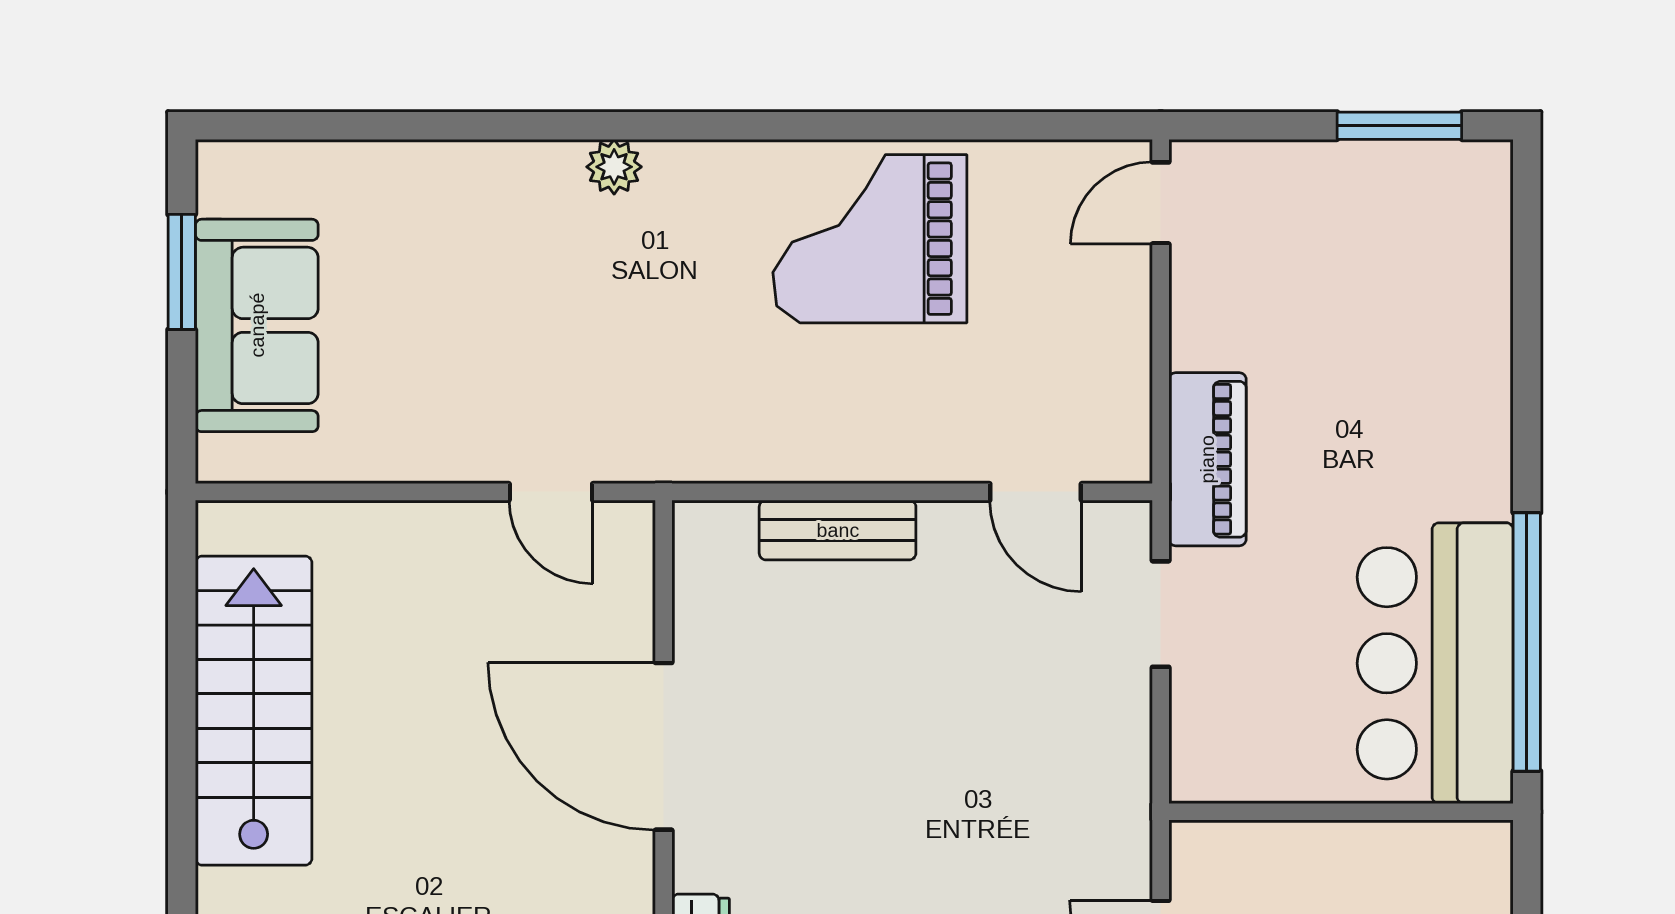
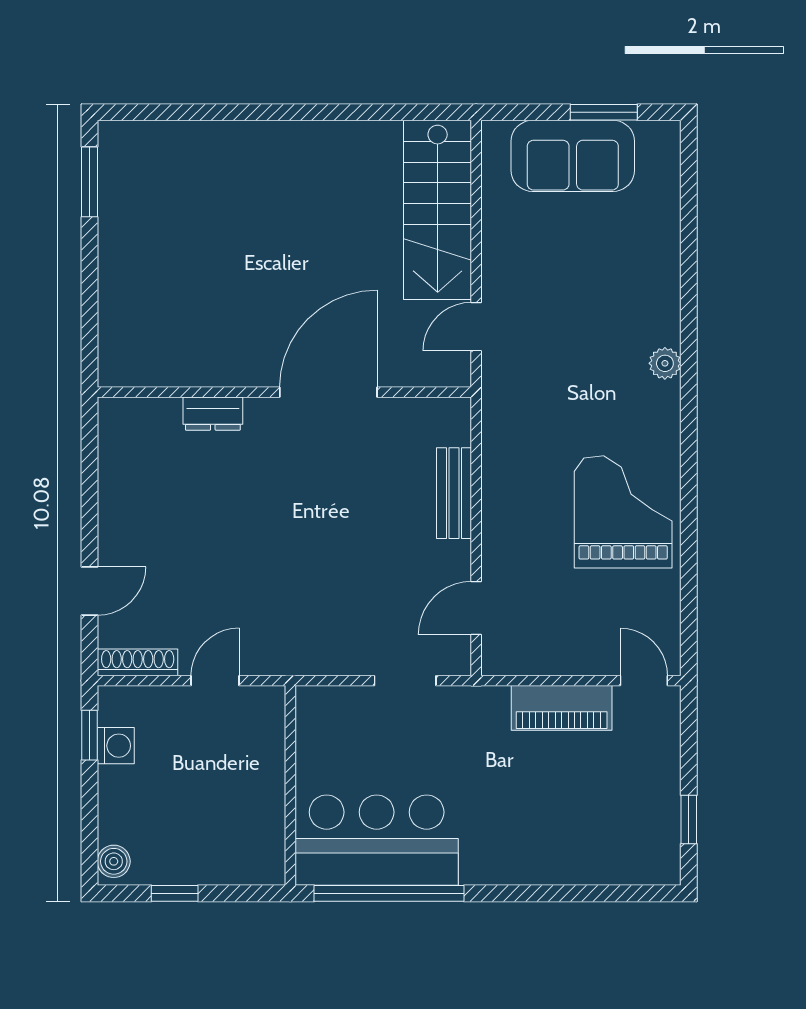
window: (1399, 126) -> (689, 819), width x0.67
piano: (1207, 459) -> (562, 708), moved
stairs: (254, 711) -> (438, 210), moved, turned 90

